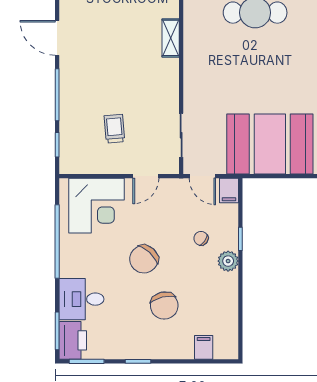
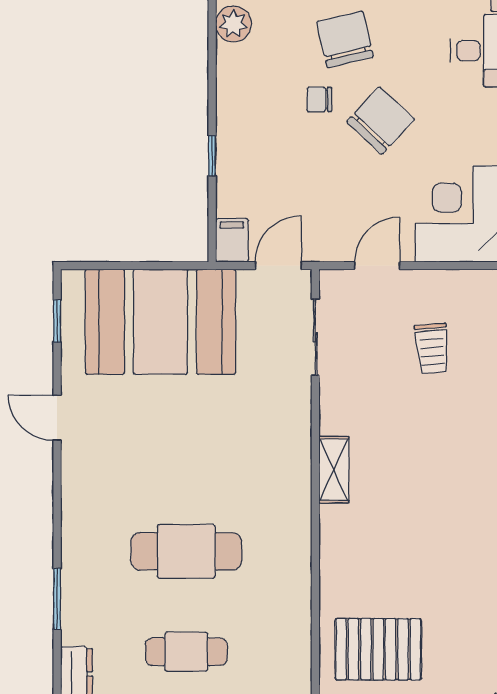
shelving: (171, 38) -> (334, 470), moved
door: (202, 176) -> (278, 266), hinge flipped
chair: (201, 238) -> (319, 99), moved, turned 144
plant: (228, 261) -> (233, 24), moved

